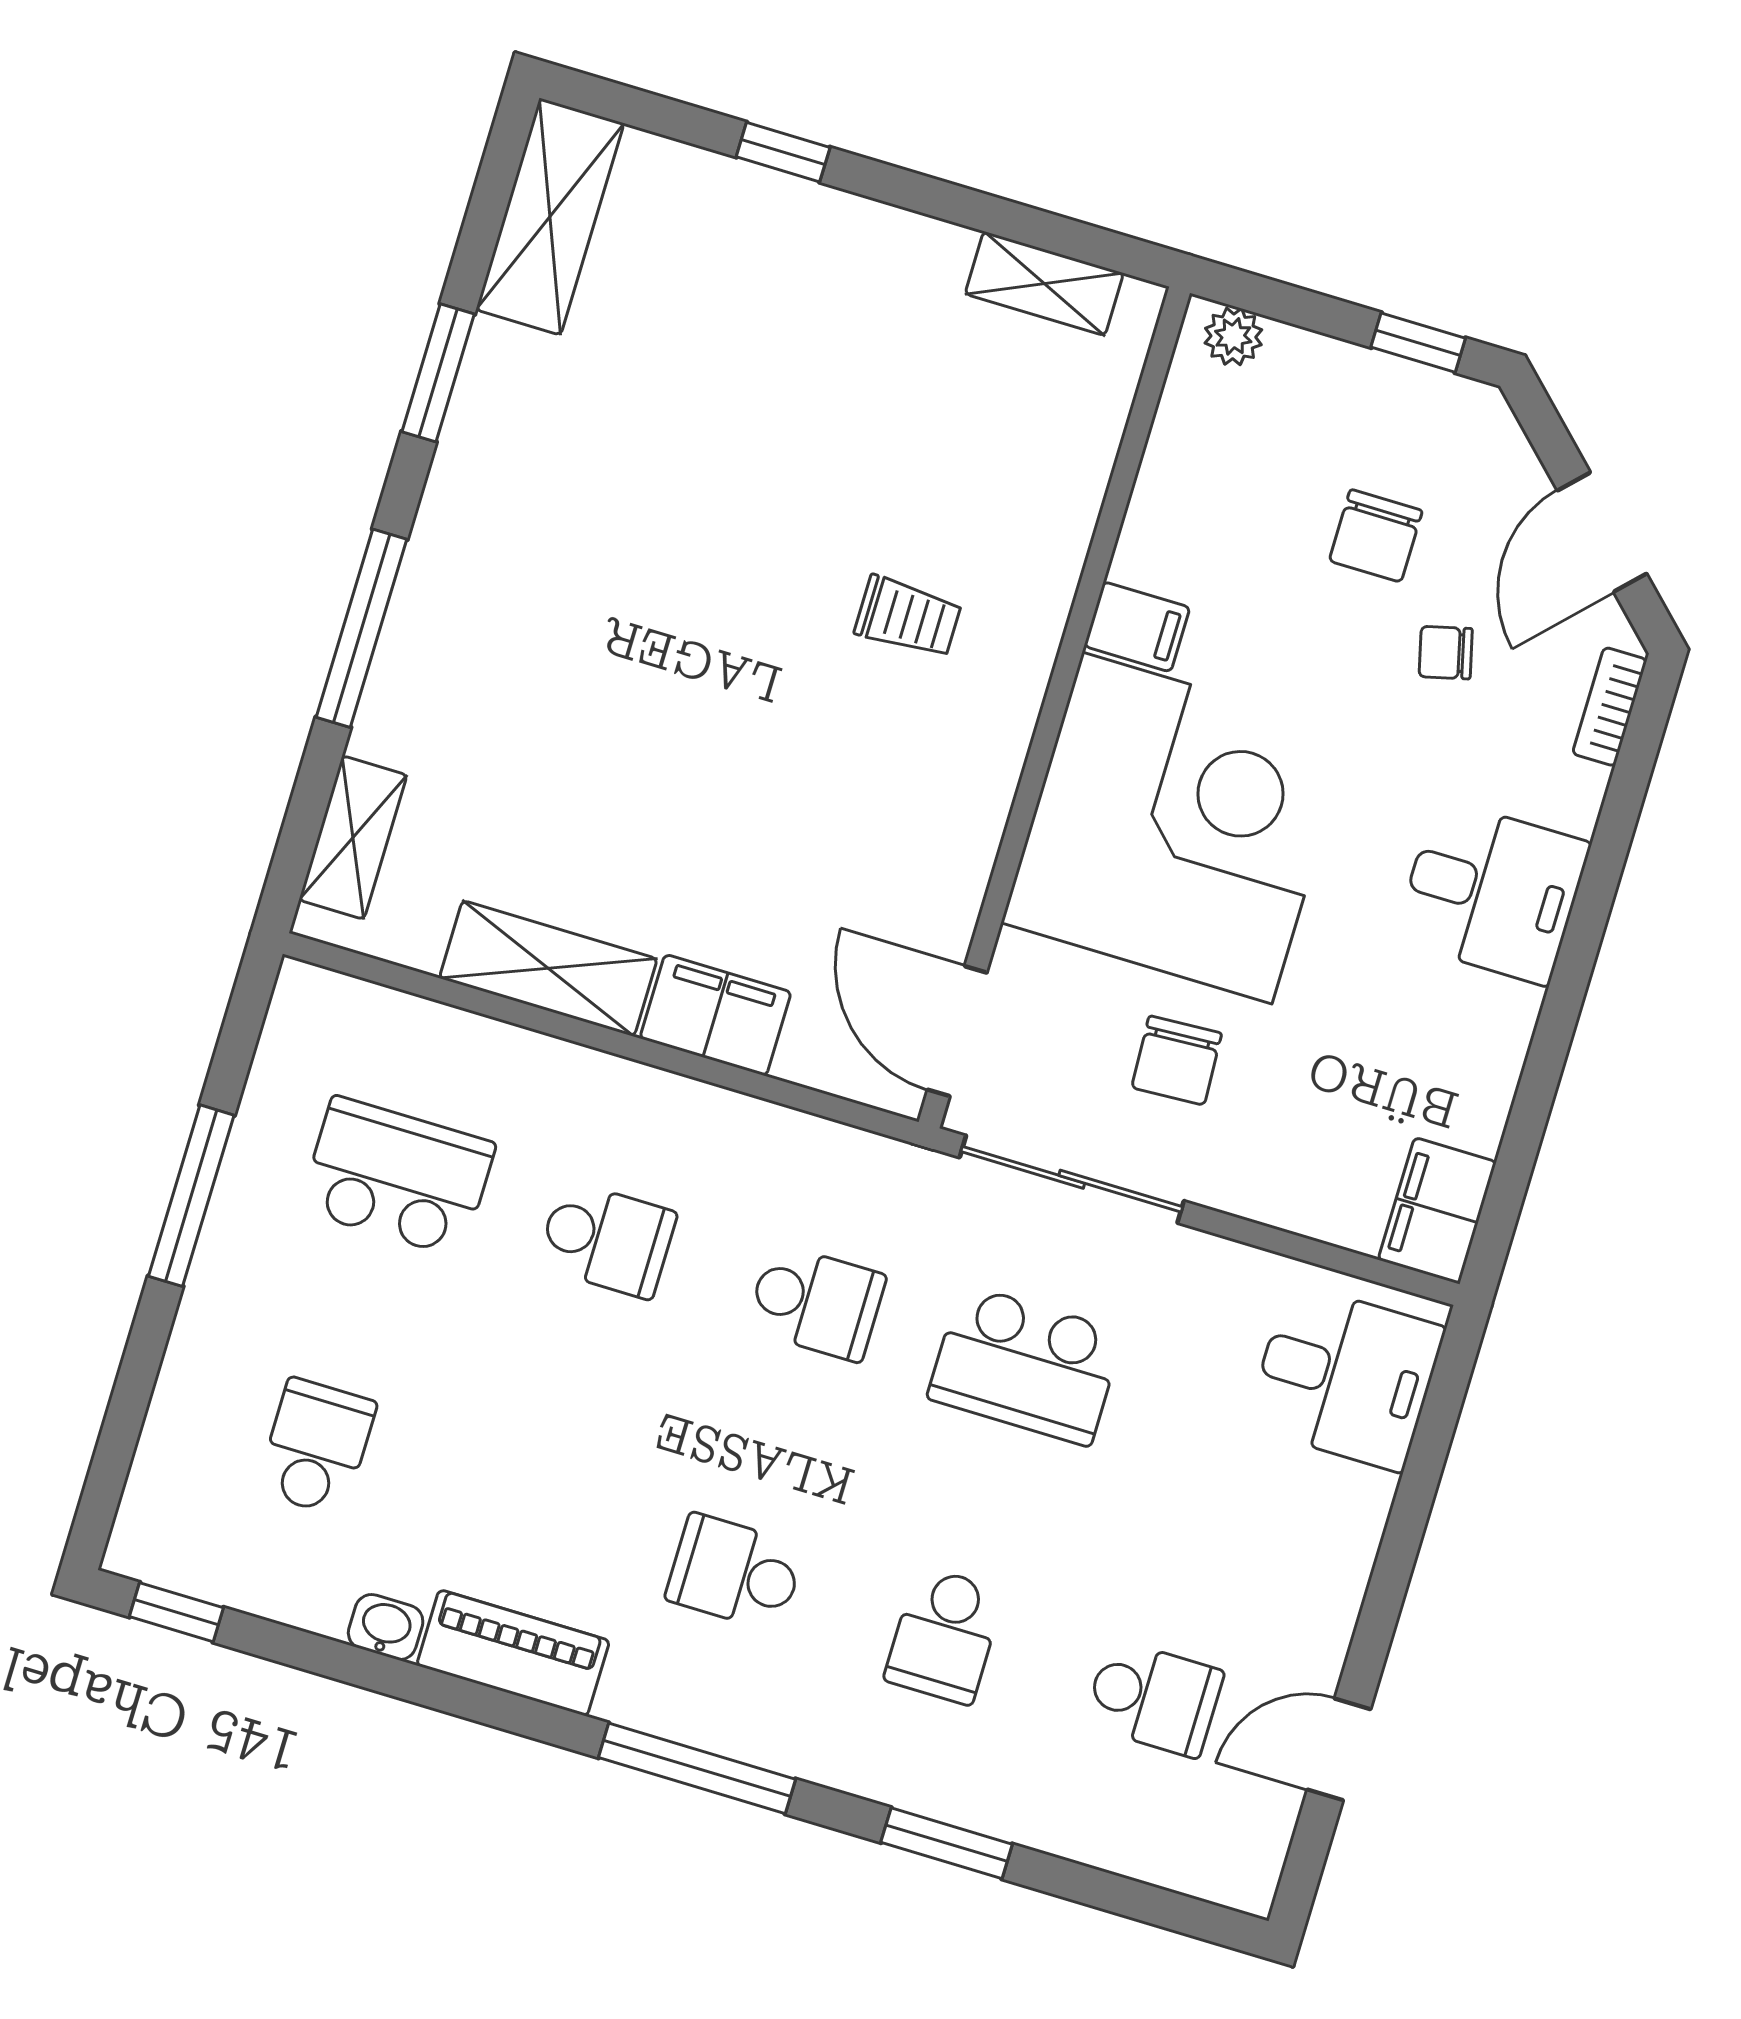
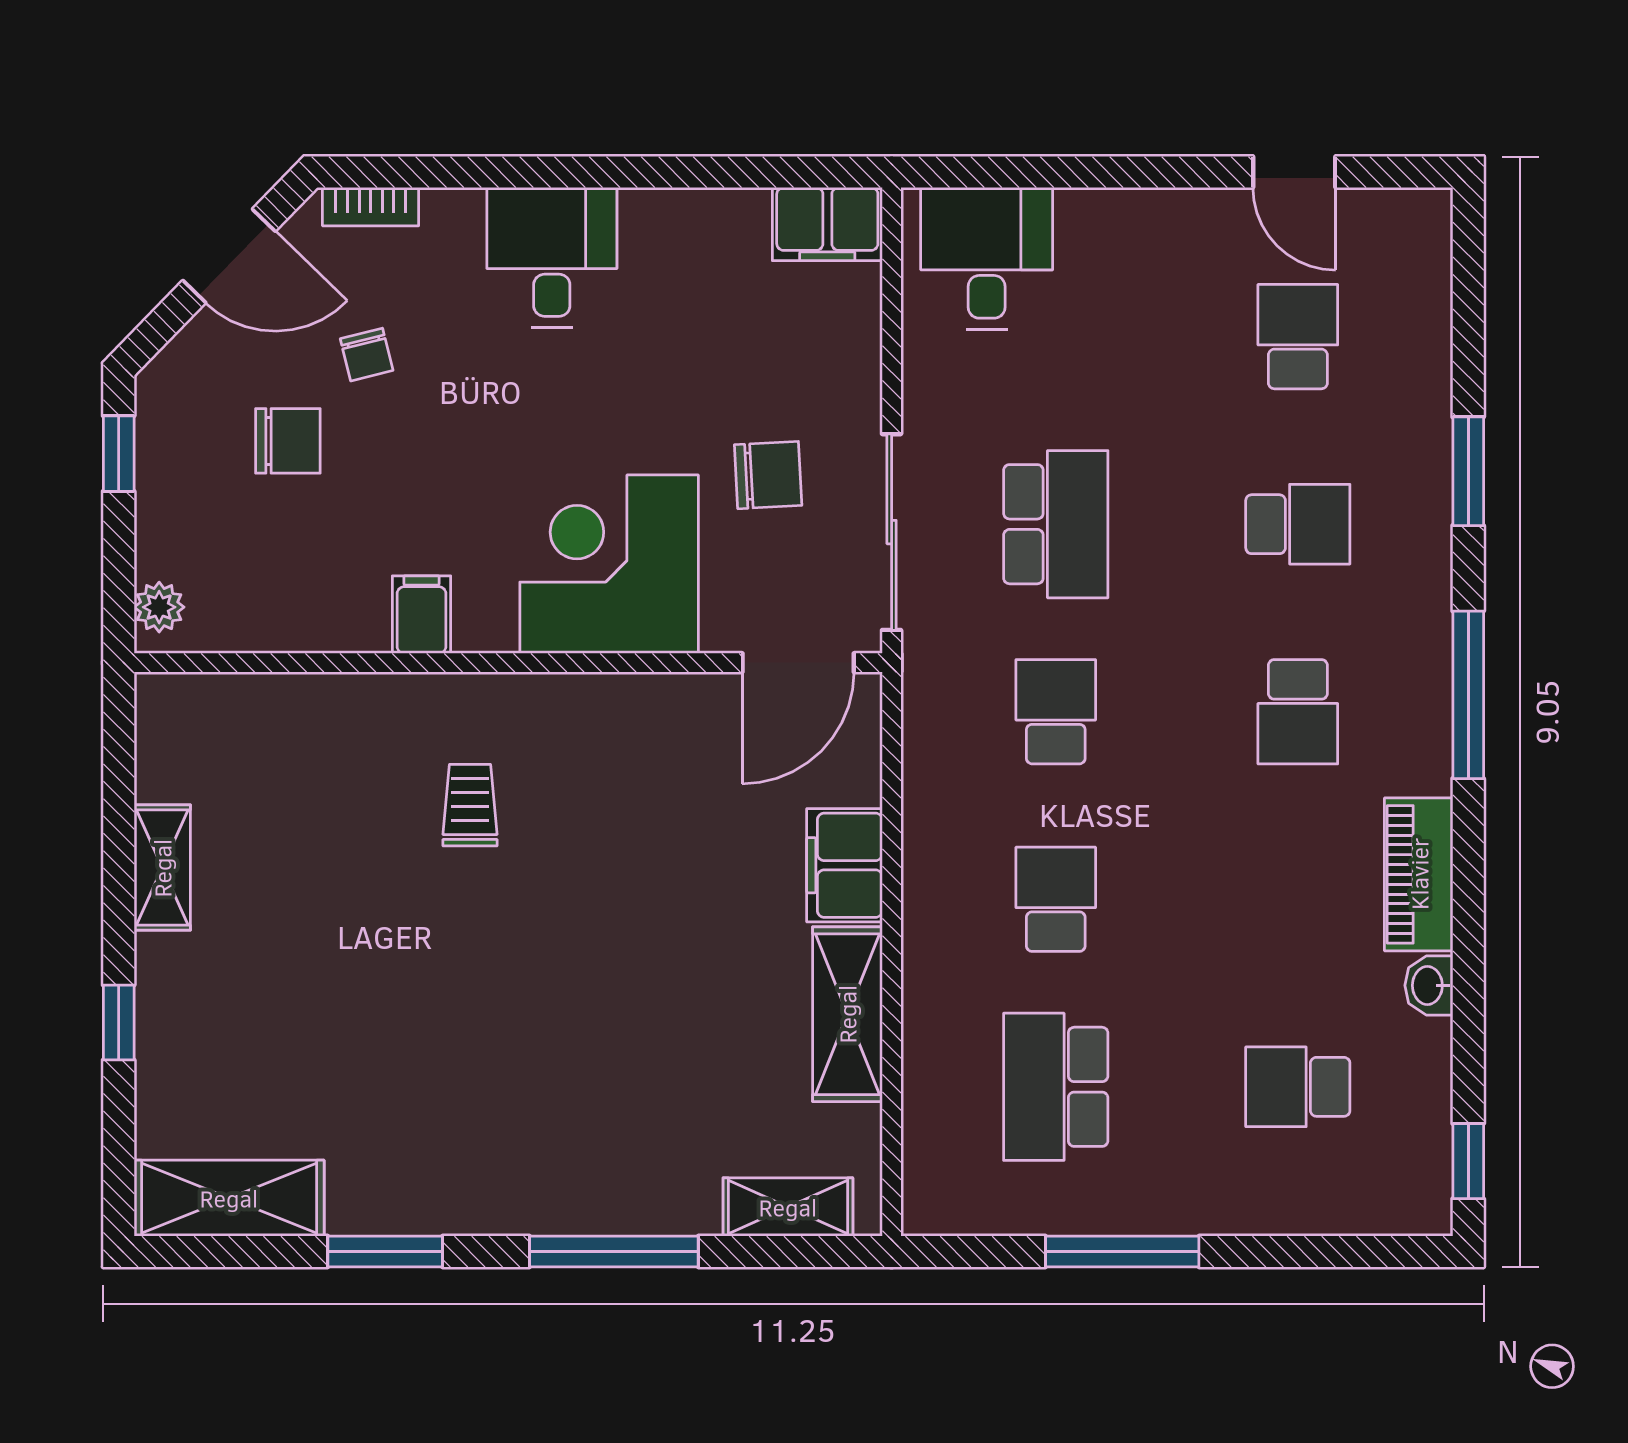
shelving: (1044, 284) -> (162, 868), moved
corner desk: (1177, 828) -> (609, 564), width x0.74, depth x0.74

